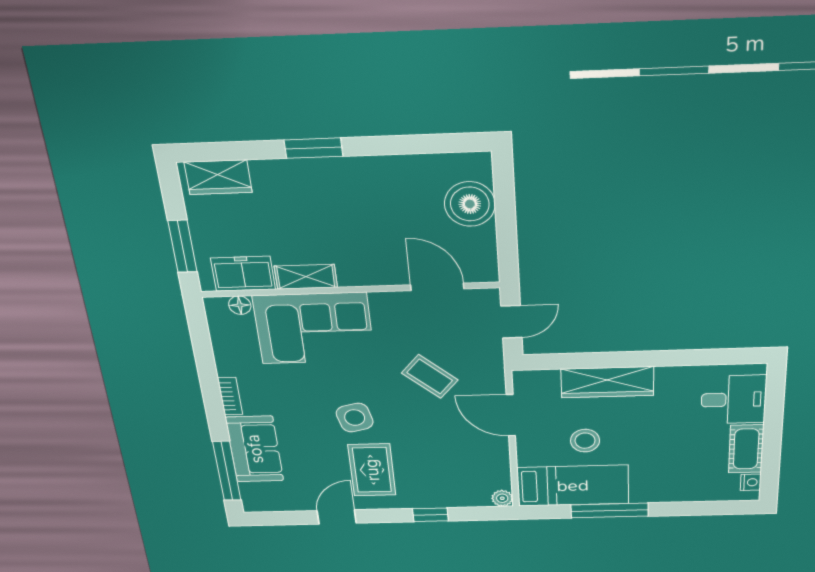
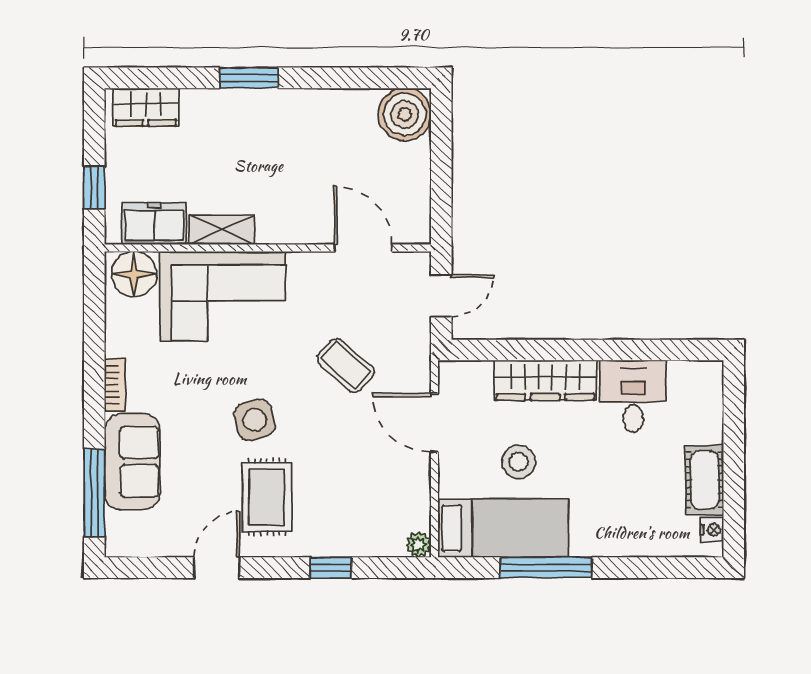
boiler: (470, 204) -> (405, 114), moved
window: (182, 246) -> (94, 187), width x0.67
floor lamp: (240, 305) -> (134, 274), width x1.89, depth x1.89
desk: (734, 400) -> (633, 396), moved, turned -90

